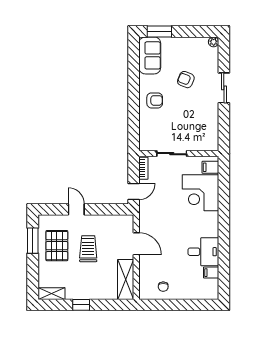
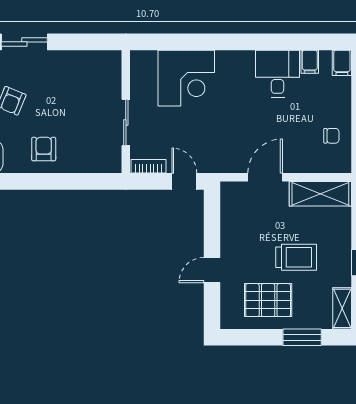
filing cabinet: (210, 167) -> (342, 63), moved
window: (33, 241) -> (302, 337), moved
trolley: (88, 249) -> (296, 257), moved, turned 180

